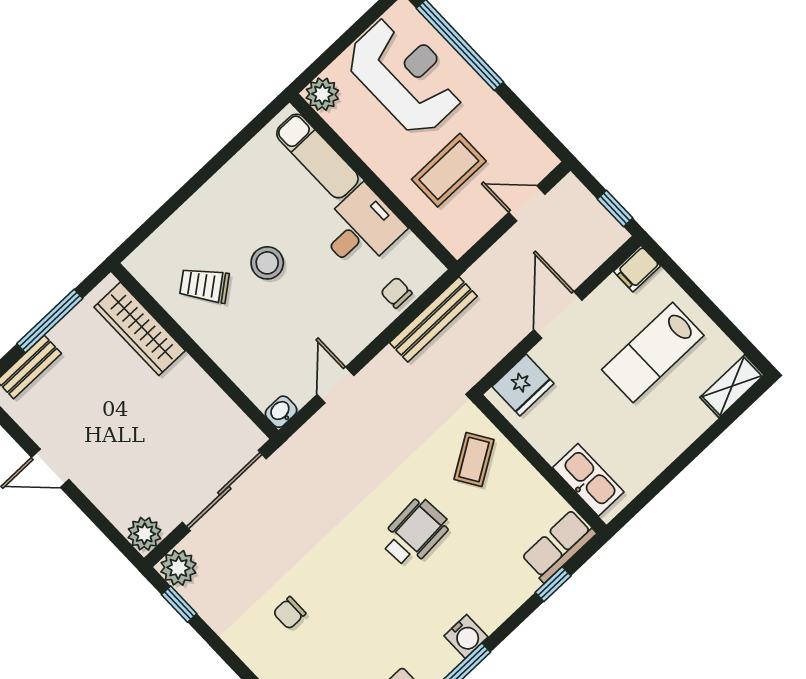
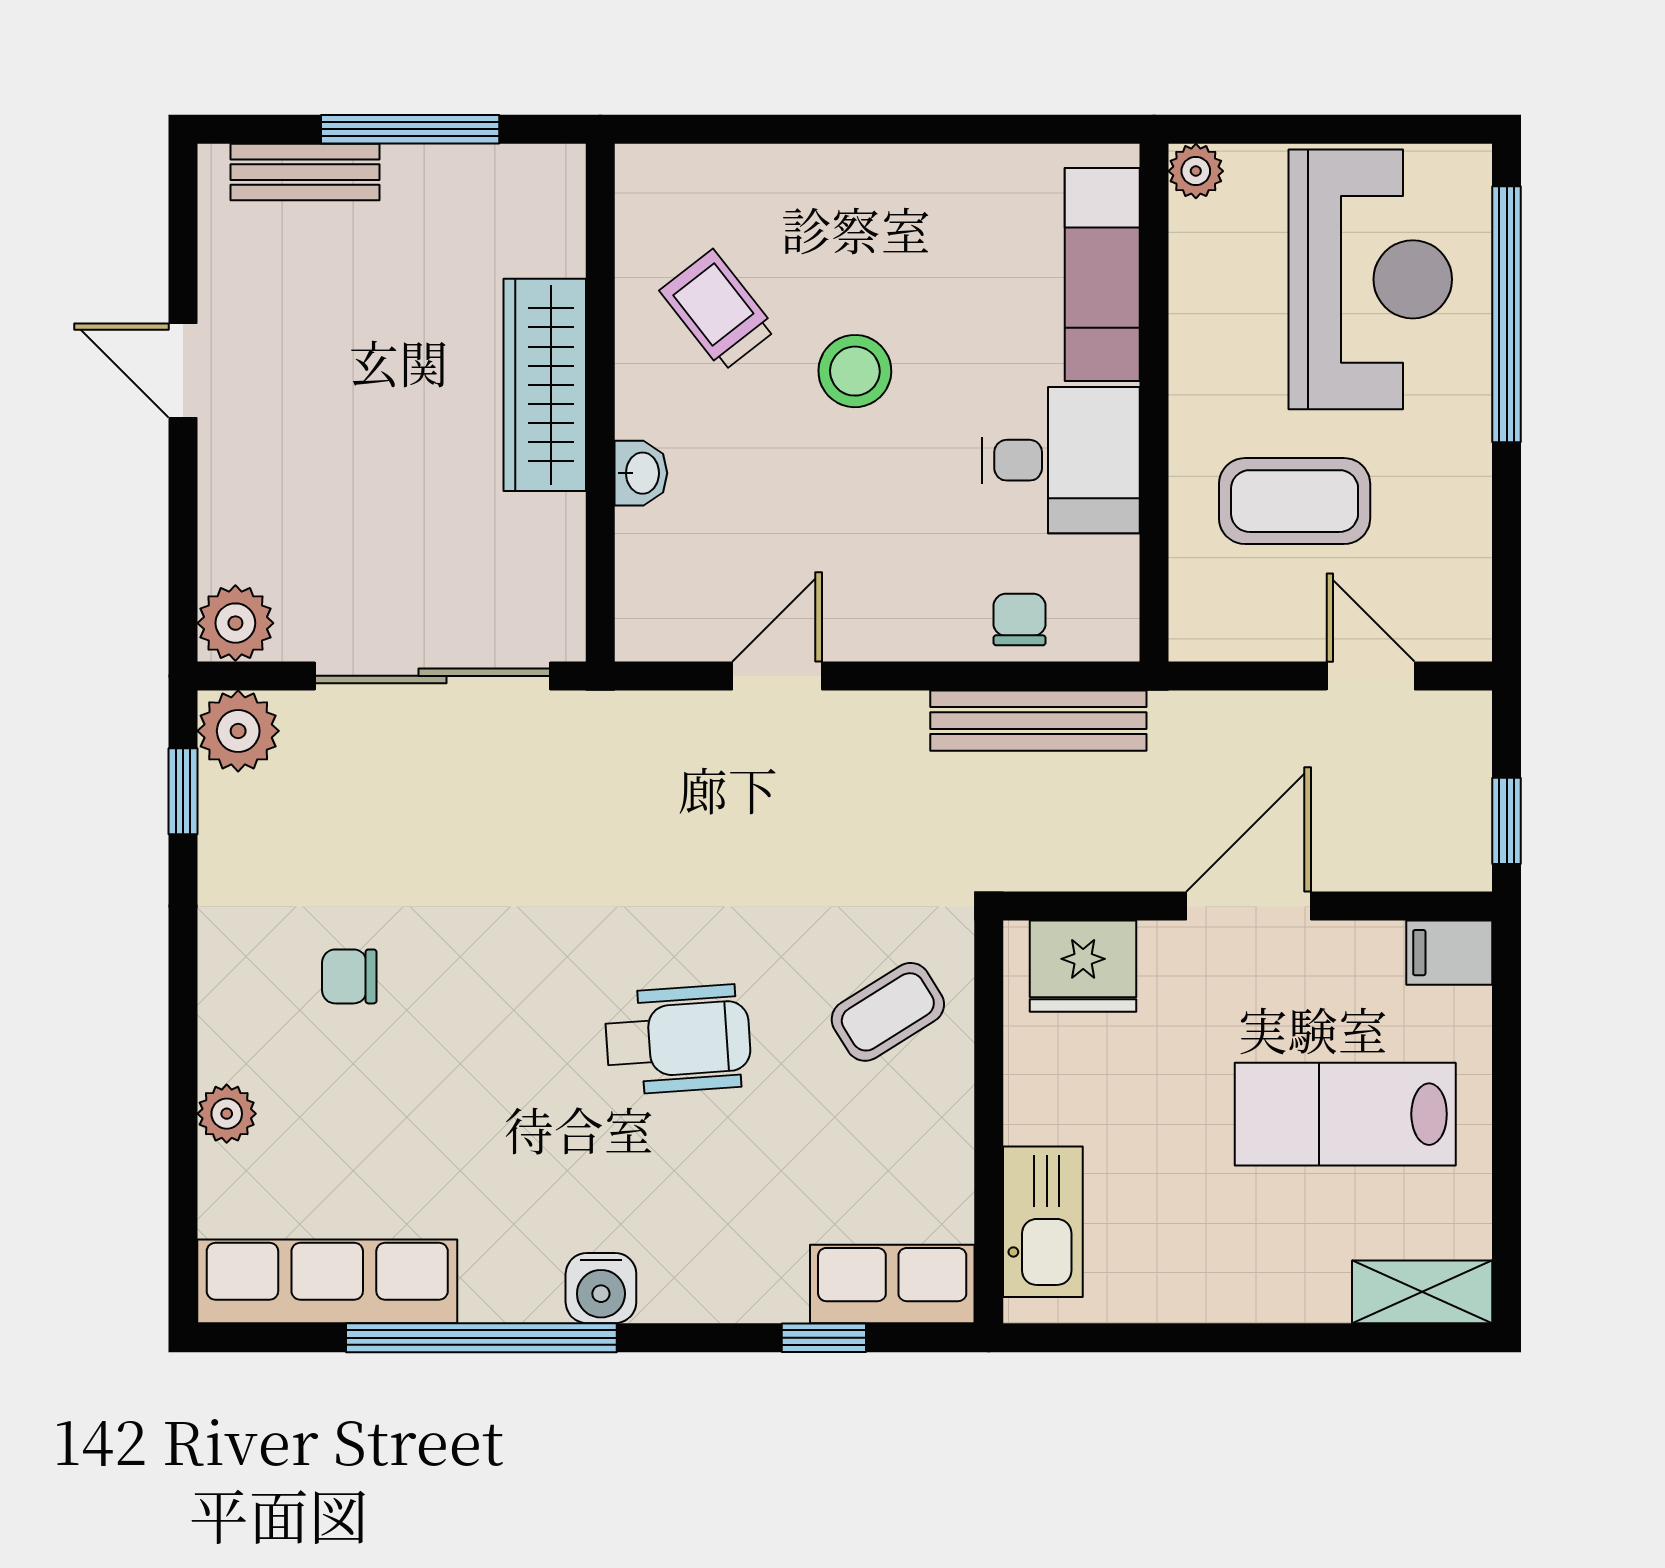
plant: (322, 94) -> (1196, 171), width x0.73, depth x0.73
wardrobe: (140, 329) -> (545, 385), moved
washbasin: (281, 412) -> (641, 473), moved, turned 90

